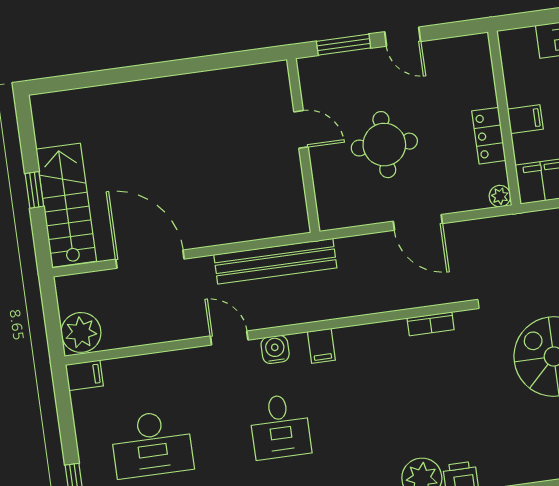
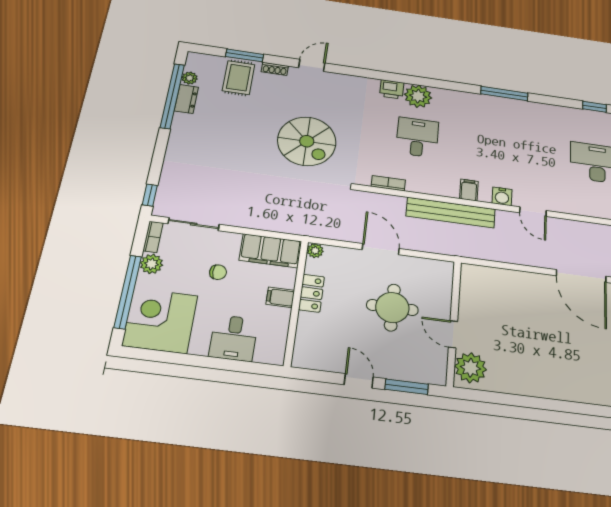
plant: (271, 91) -> (471, 368), added
bench: (275, 261) -> (451, 213), moved
desk: (280, 426) -> (417, 137), moved

